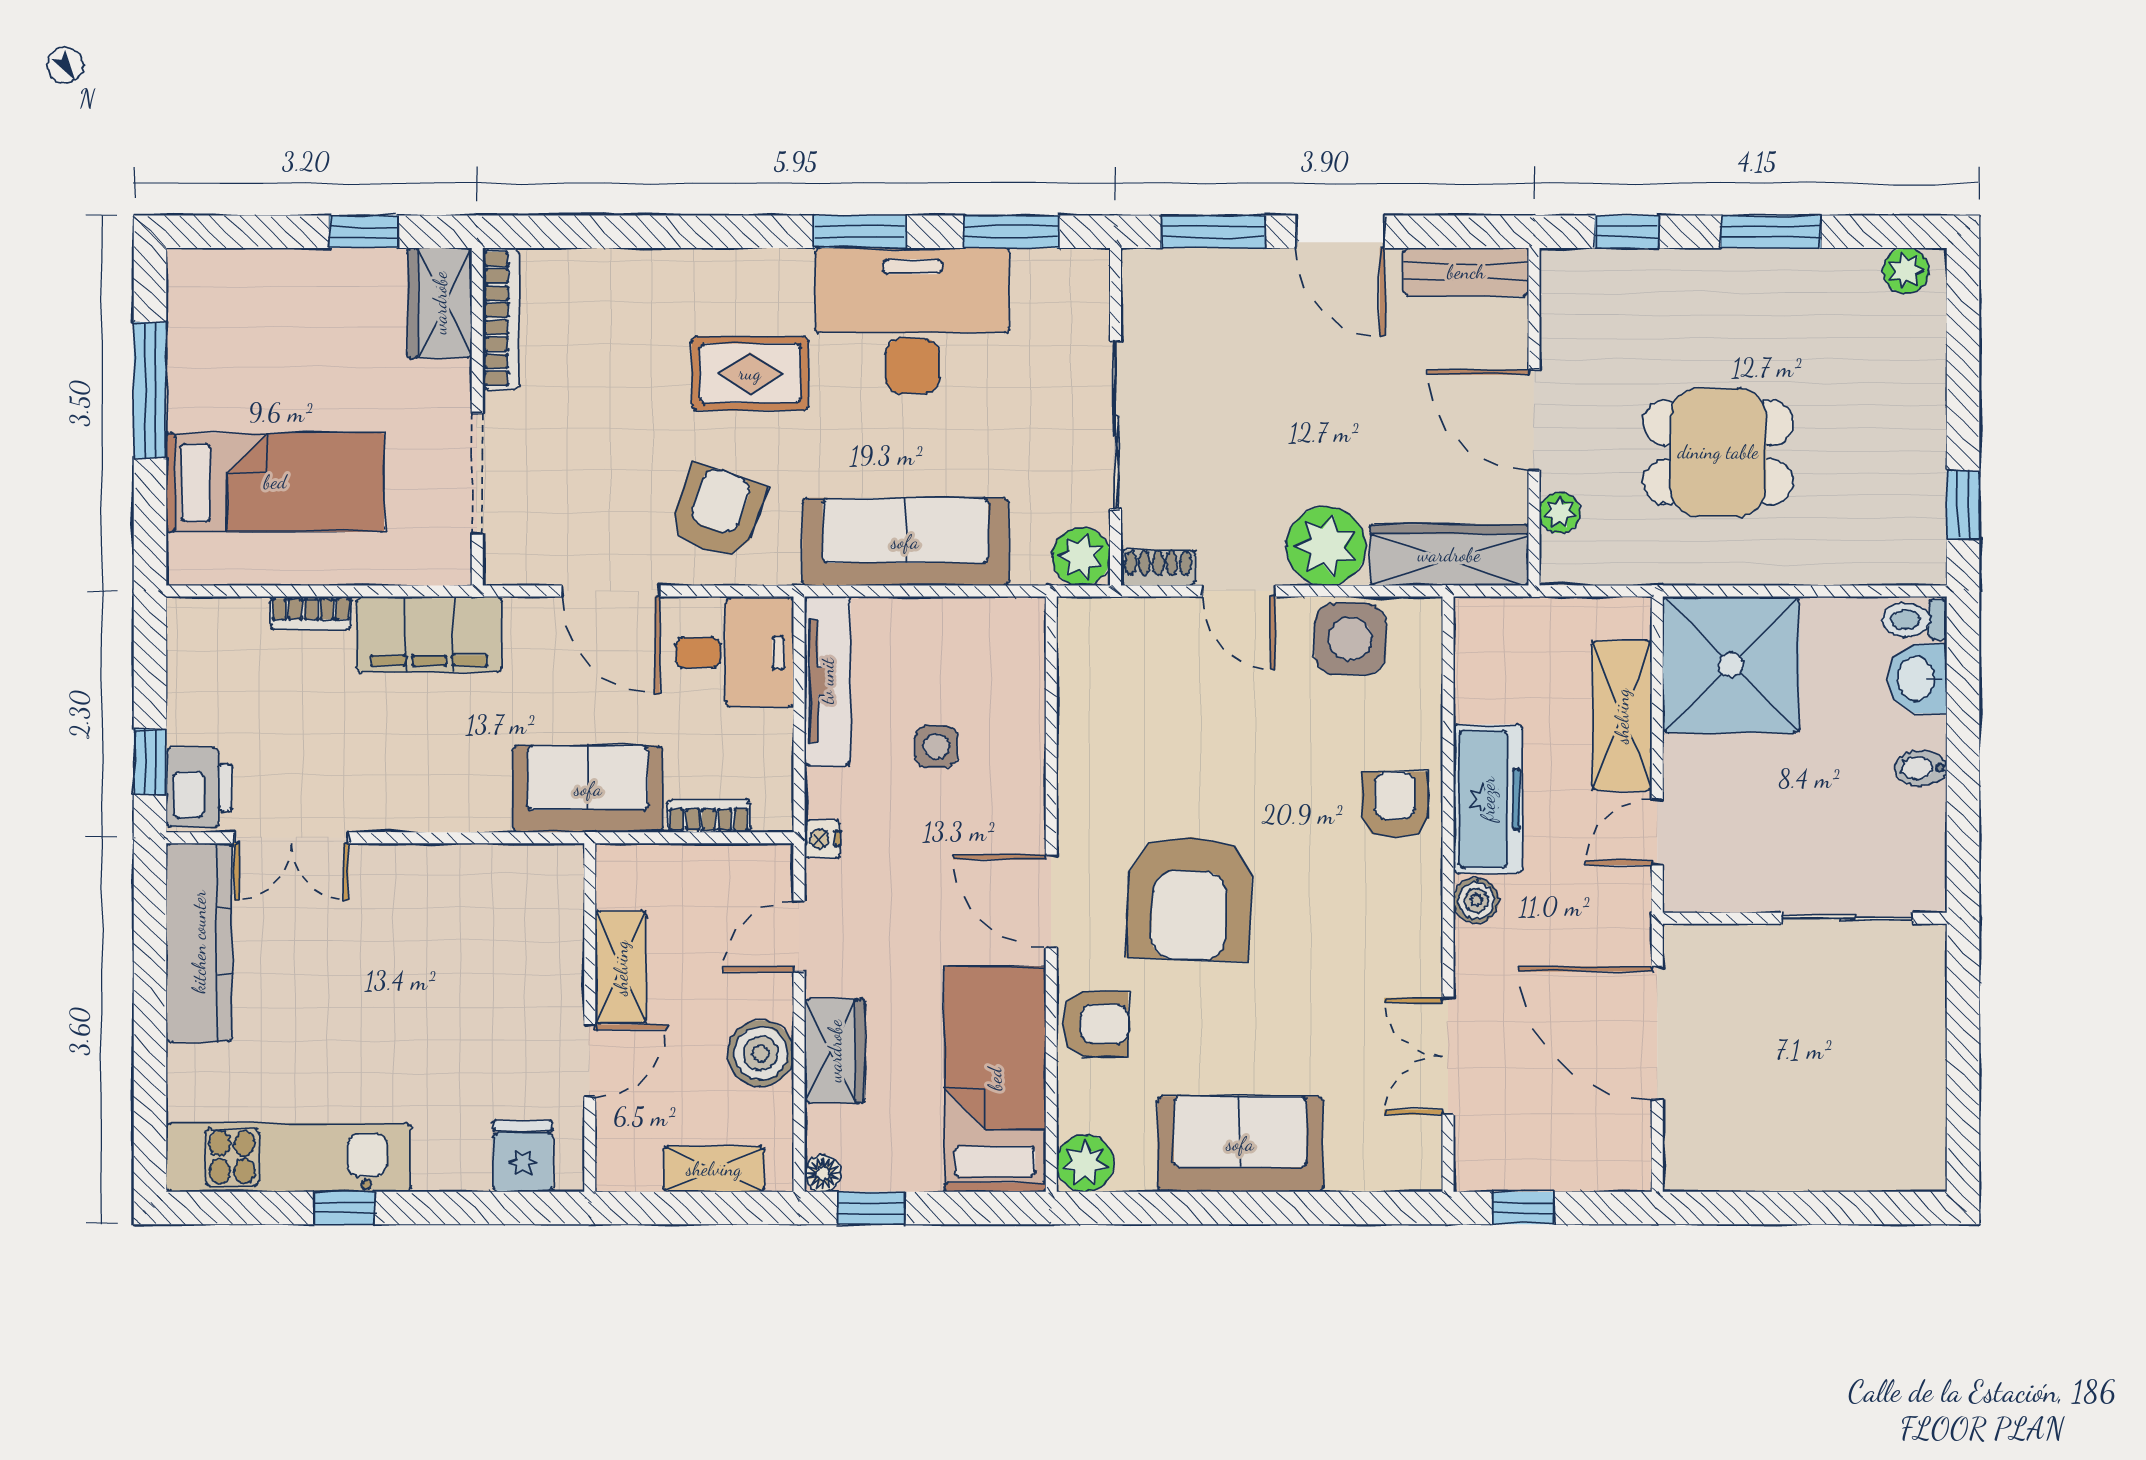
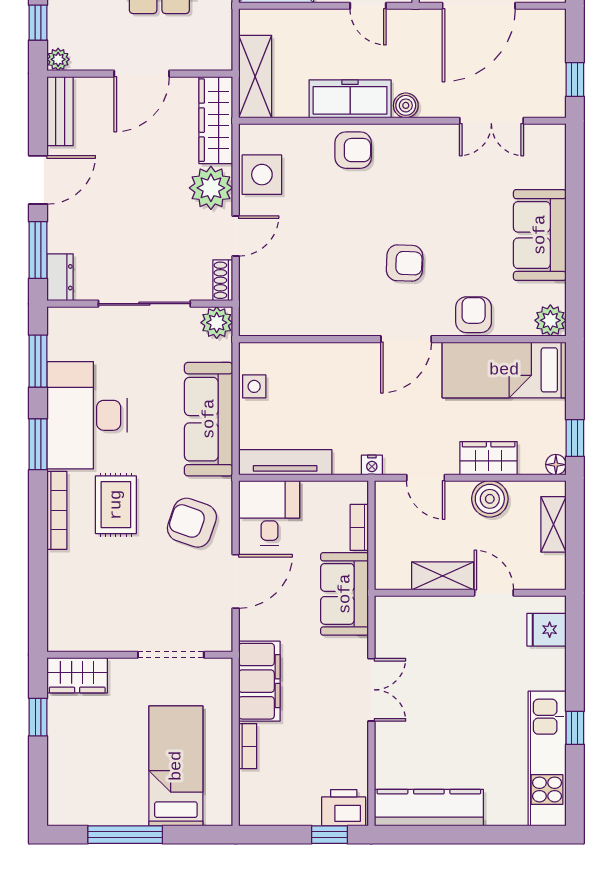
dresser: (1164, 272) -> (60, 277), added
bookcase: (501, 319) -> (57, 510), moved, turned 90
plant: (1560, 513) -> (58, 59), moved
shelving: (1622, 716) -> (255, 77), moved, turned 90
side table: (936, 746) -> (254, 386), moved
armchair: (1395, 805) -> (353, 150), turned 180
double door: (291, 838) -> (371, 690), moved
armchair: (1189, 898) -> (405, 263), width x0.53, depth x0.53

